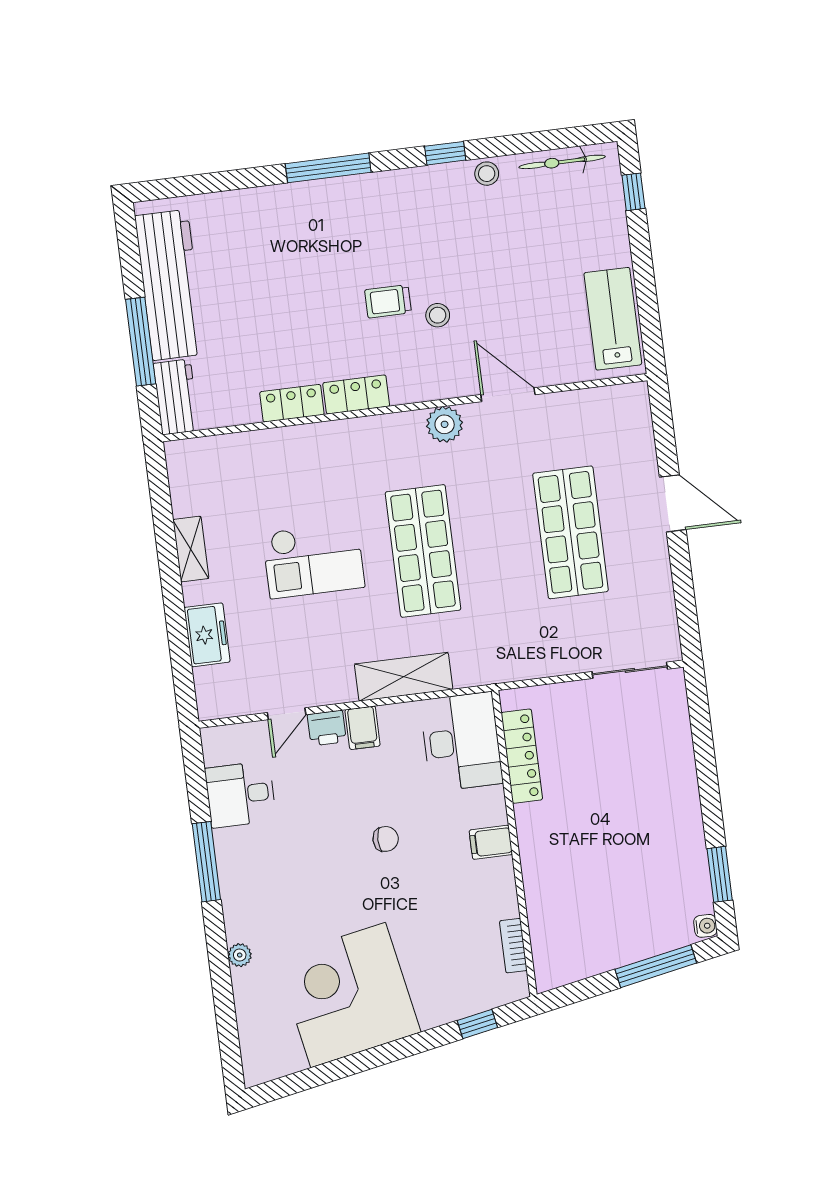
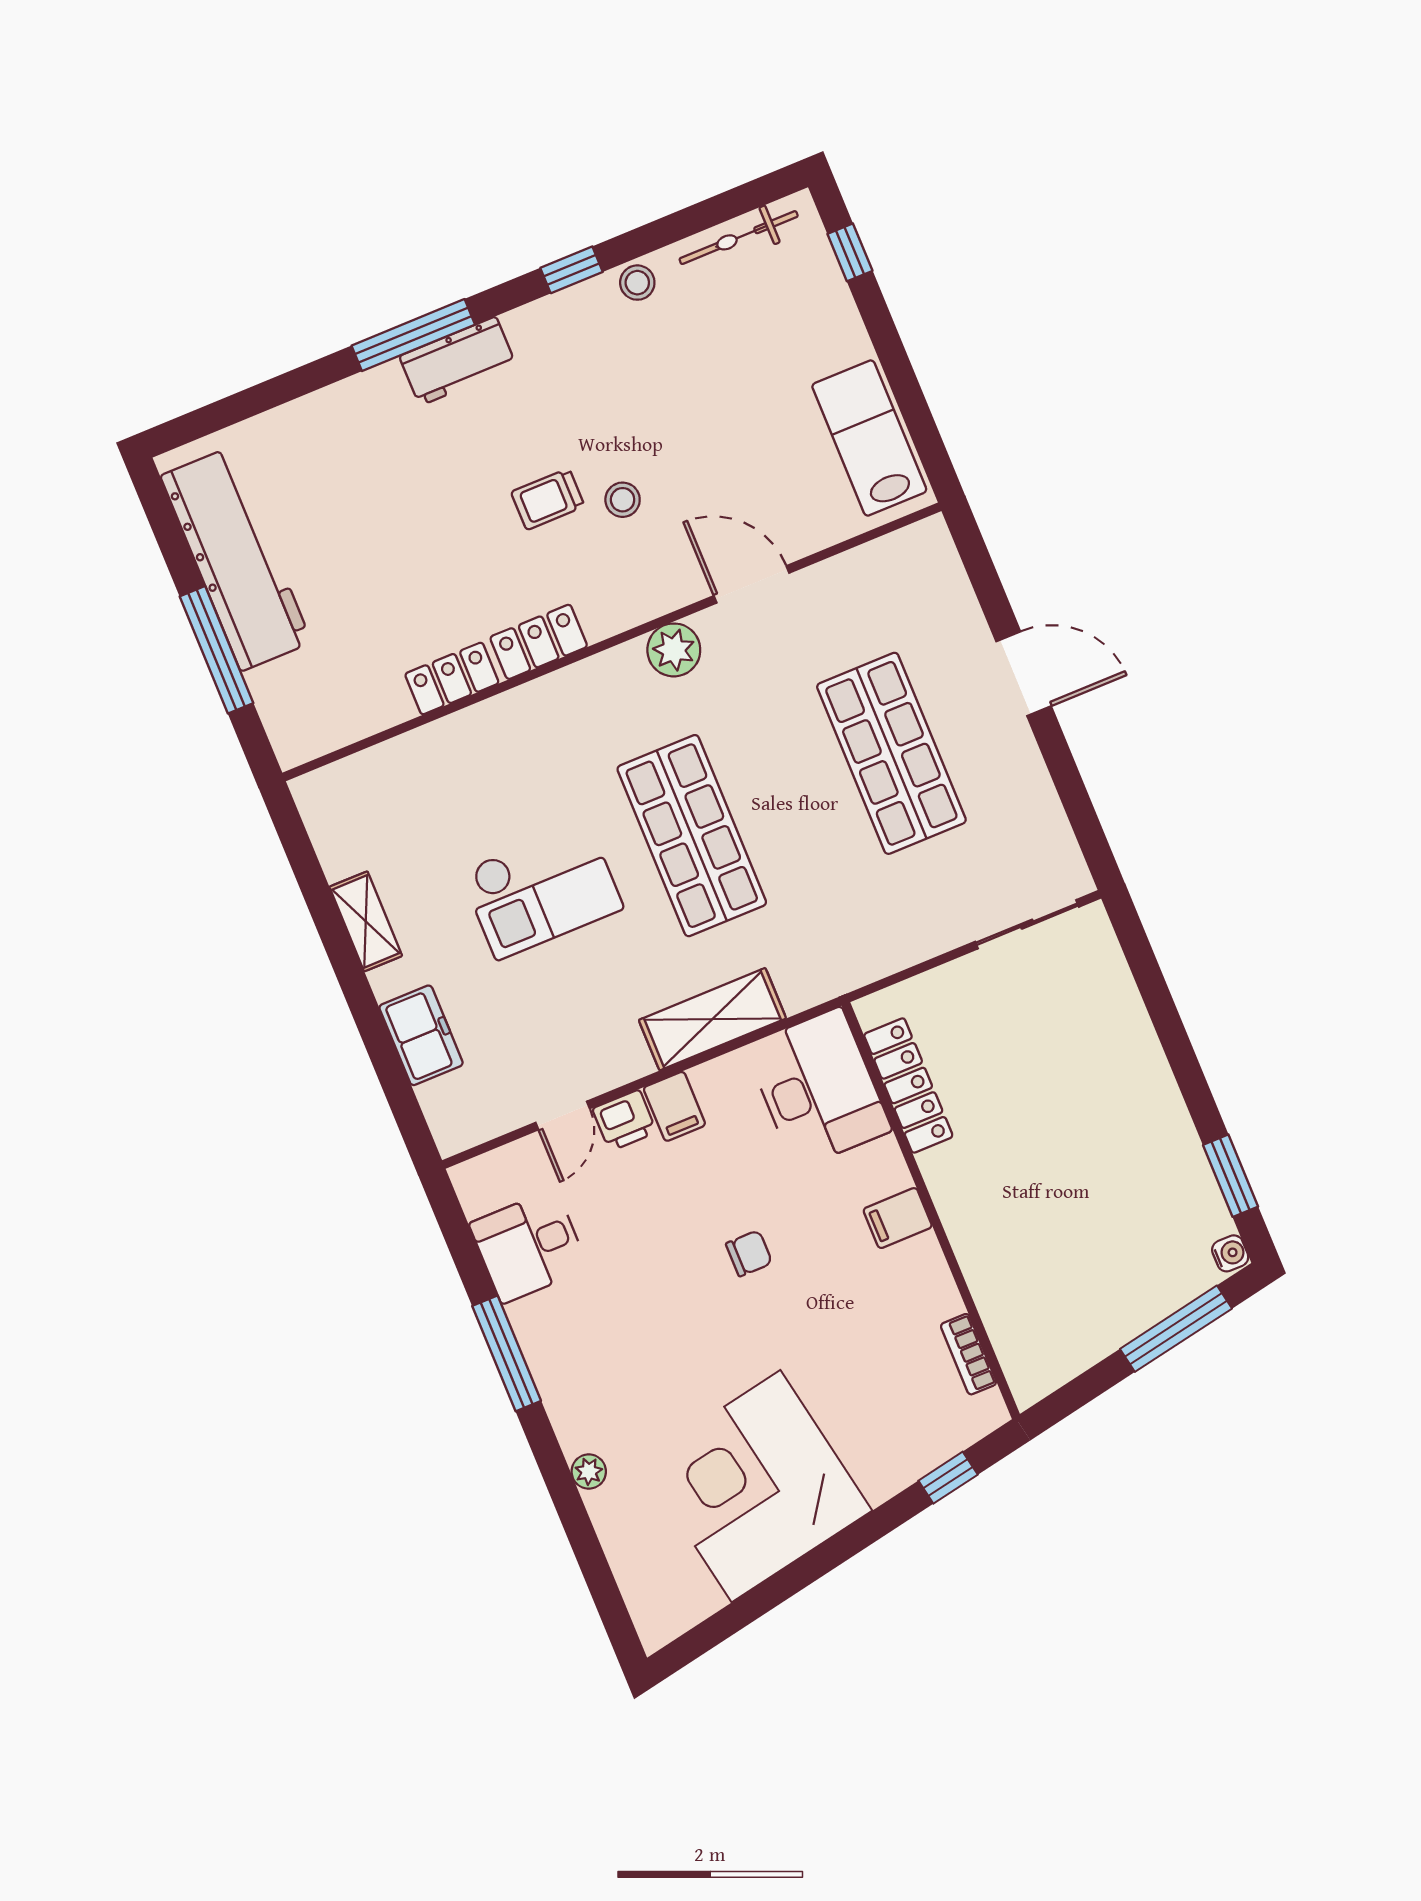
workbench: (176, 397) -> (458, 361), moved, turned 90

